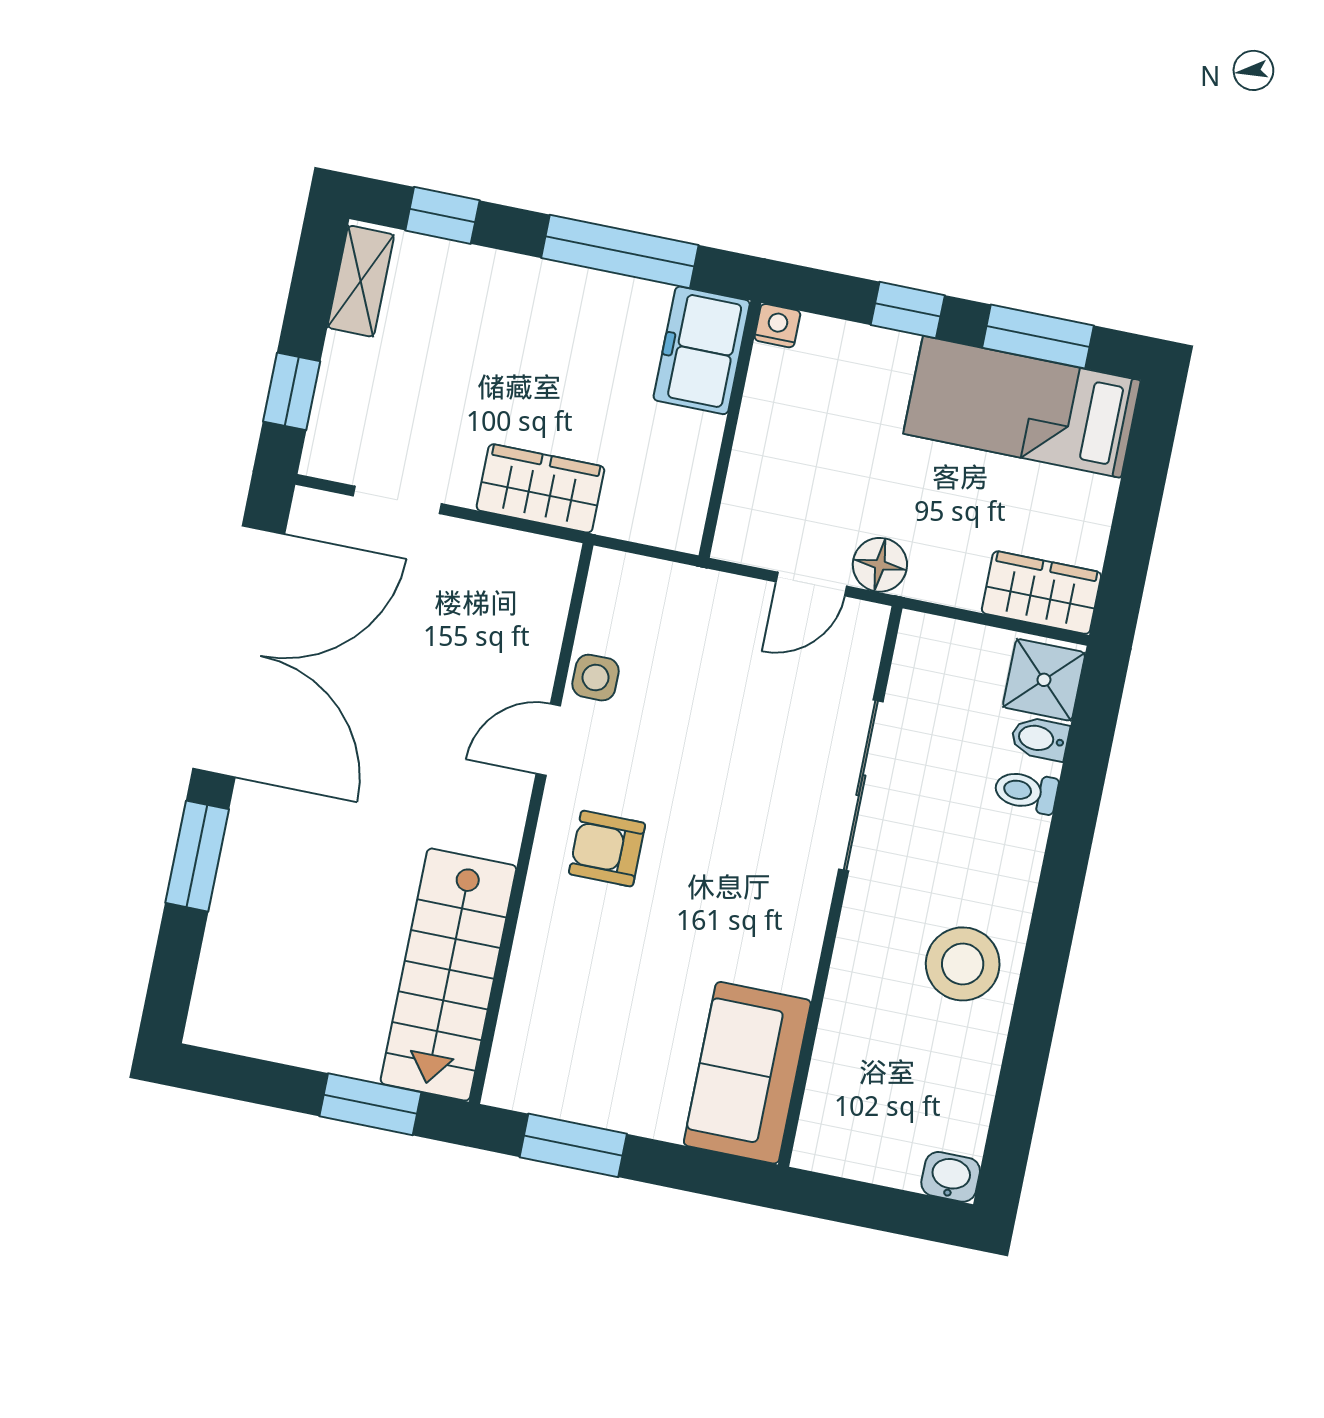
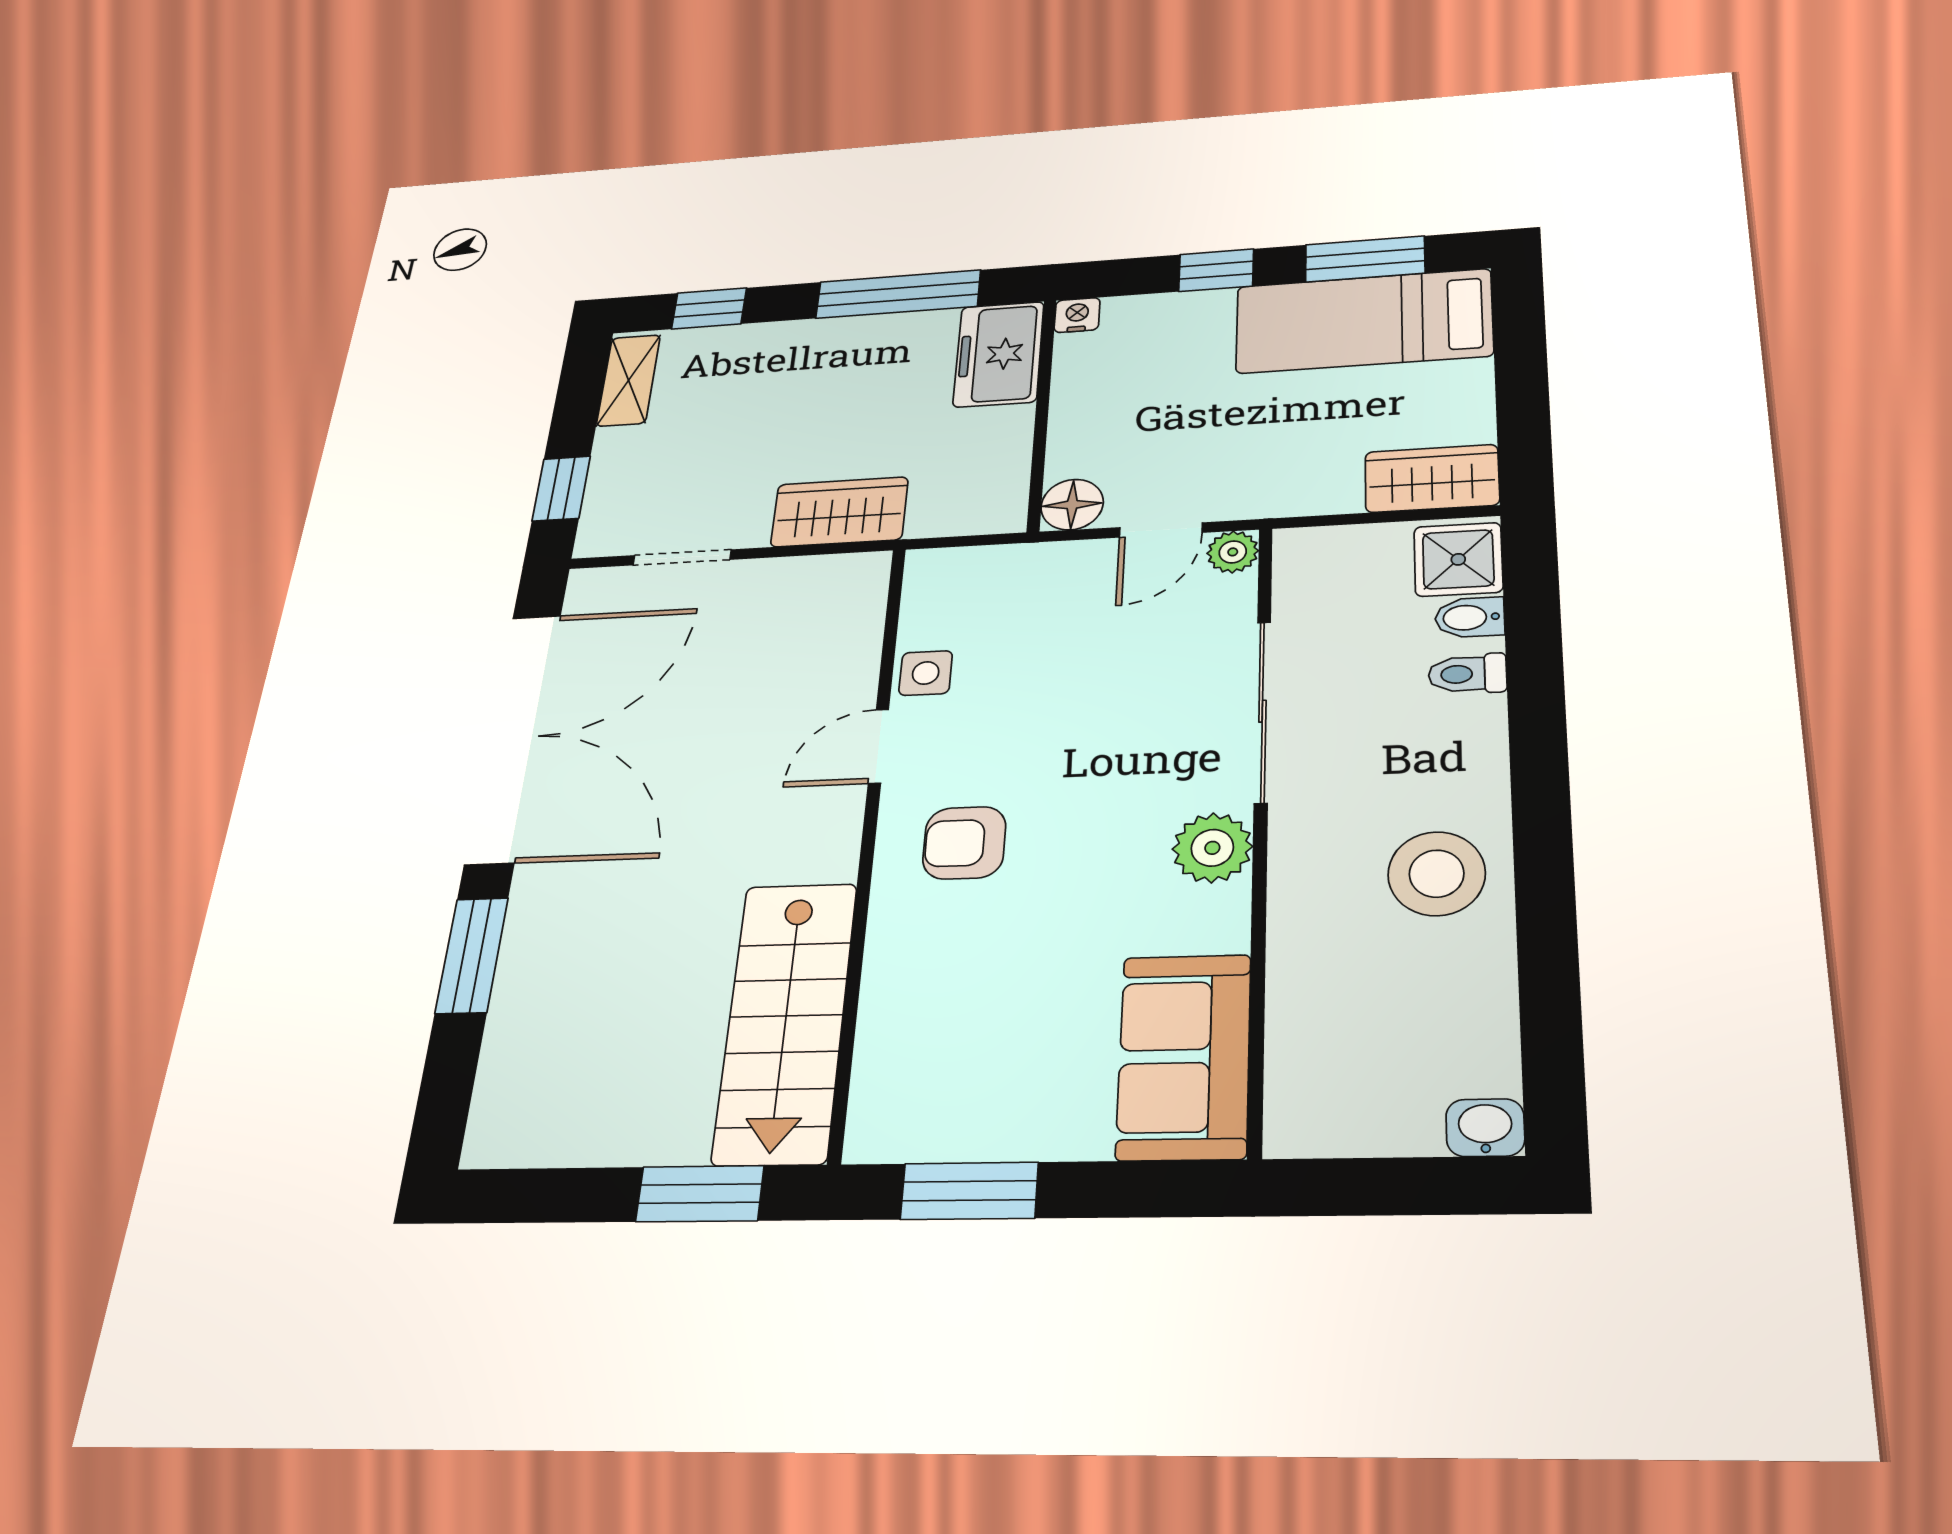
floor lamp: (880, 565) -> (1072, 505), moved
plant: (866, 623) -> (1233, 552), added
plant: (799, 901) -> (1212, 848), added

